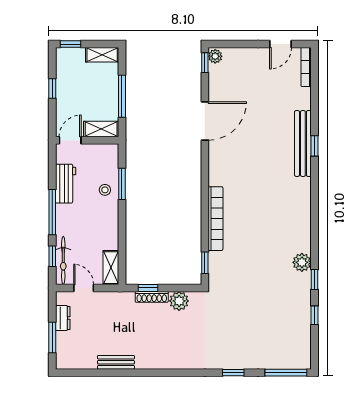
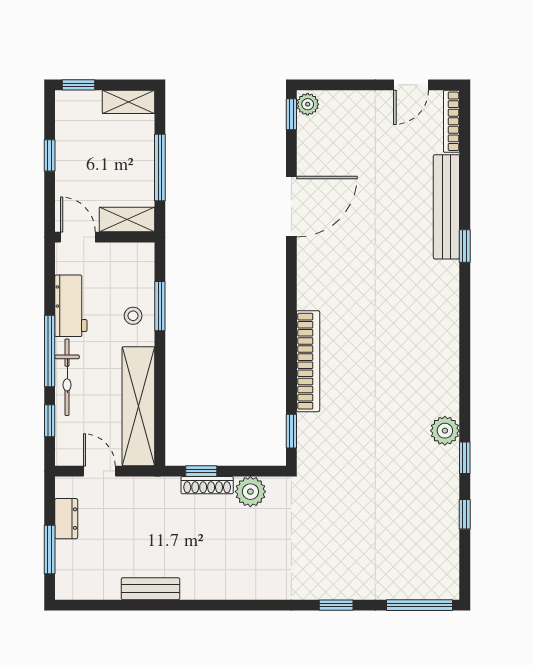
door: (70, 140) -> (78, 237), hinge flipped
bench: (303, 143) -> (446, 207), moved
bicycle: (63, 260) -> (67, 377), moved
shelving: (111, 268) -> (138, 406), width x2.20, depth x1.33

